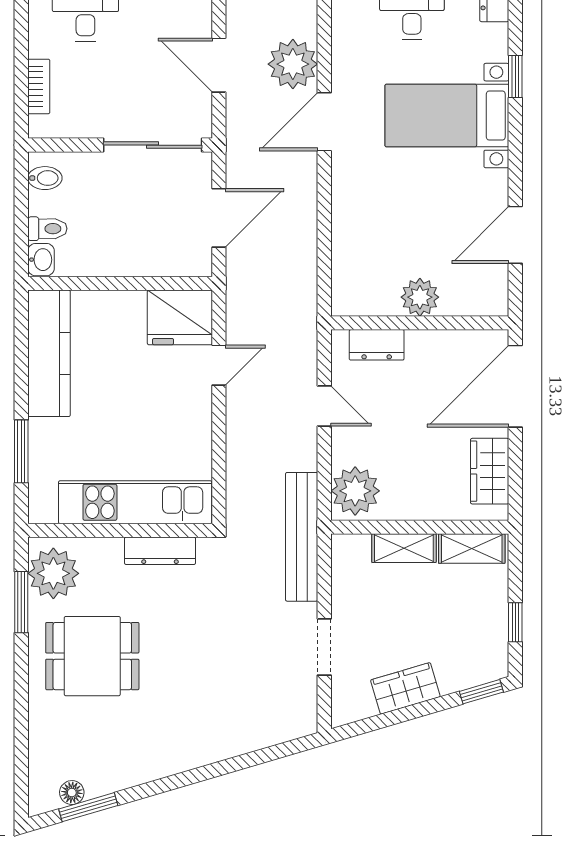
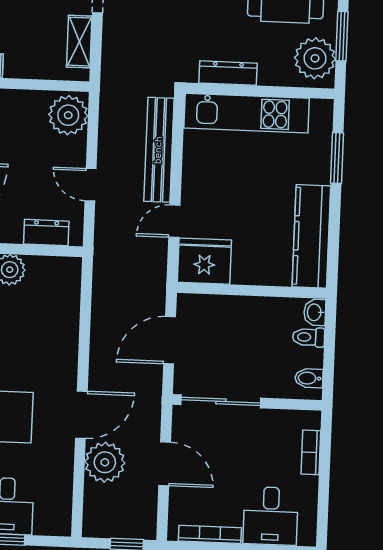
bench: (302, 537) -> (159, 150), moved
shelving: (404, 548) -> (79, 42), moved, turned 90

